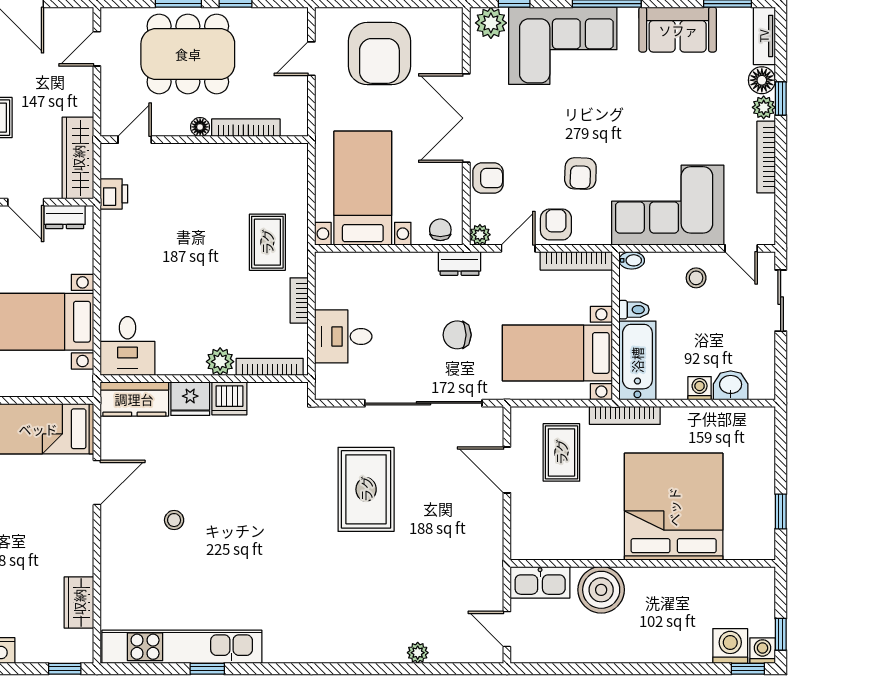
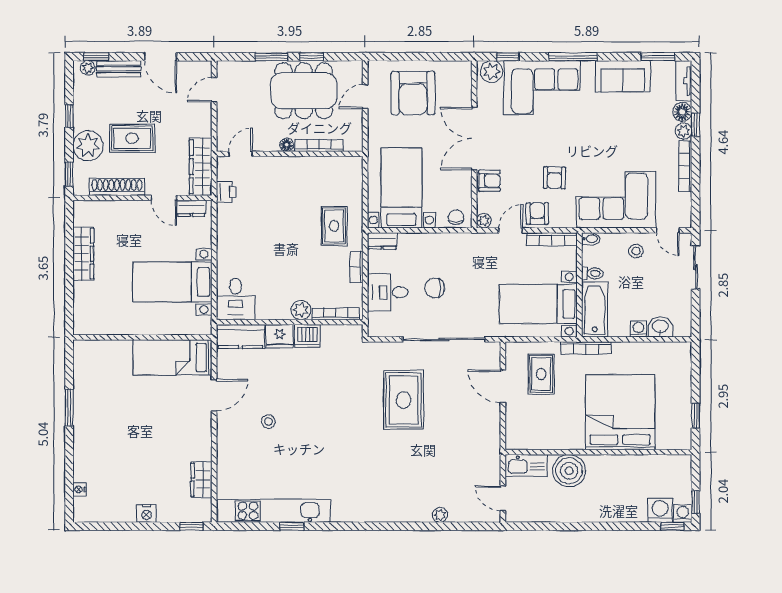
dining table: (188, 54) -> (304, 91), moved
dresser: (460, 263) -> (382, 241), moved
chair: (457, 335) -> (435, 288), moved

